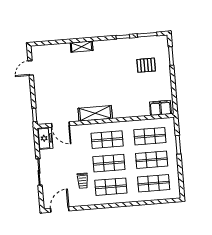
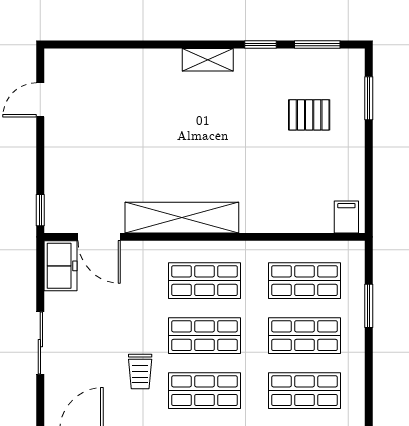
shelving: (82, 47) -> (208, 60), moved
filing cabinet: (160, 108) -> (346, 217), width x0.50
shelving: (95, 113) -> (182, 218), width x1.47

